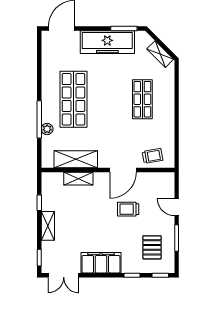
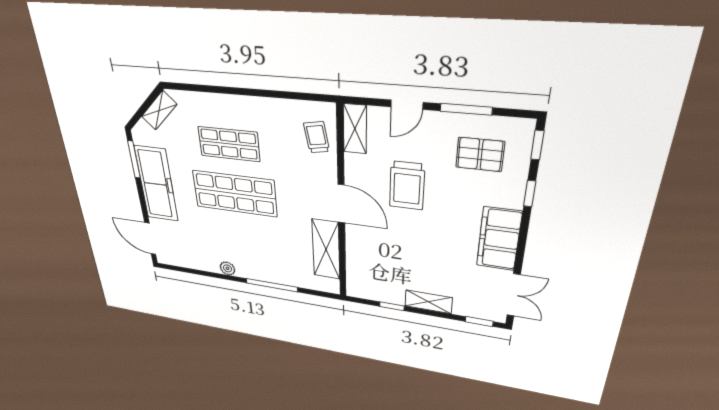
shop shelf: (73, 99) -> (235, 194), moved
plant: (47, 129) -> (227, 268), moved
door: (123, 170) -> (341, 204), moved
shelving: (78, 179) -> (355, 129), moved
trolley: (128, 209) -> (407, 186), width x1.36, depth x1.39

